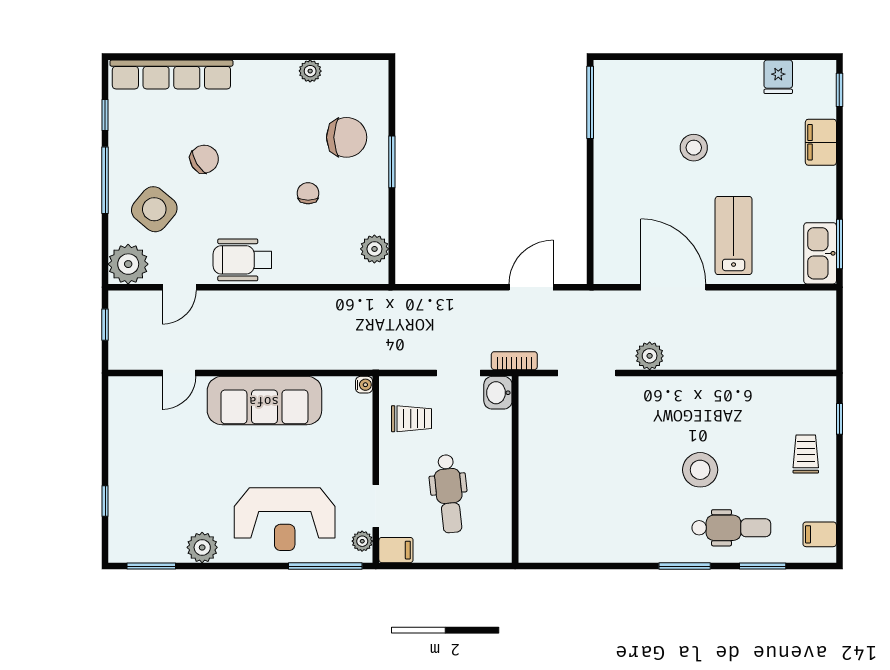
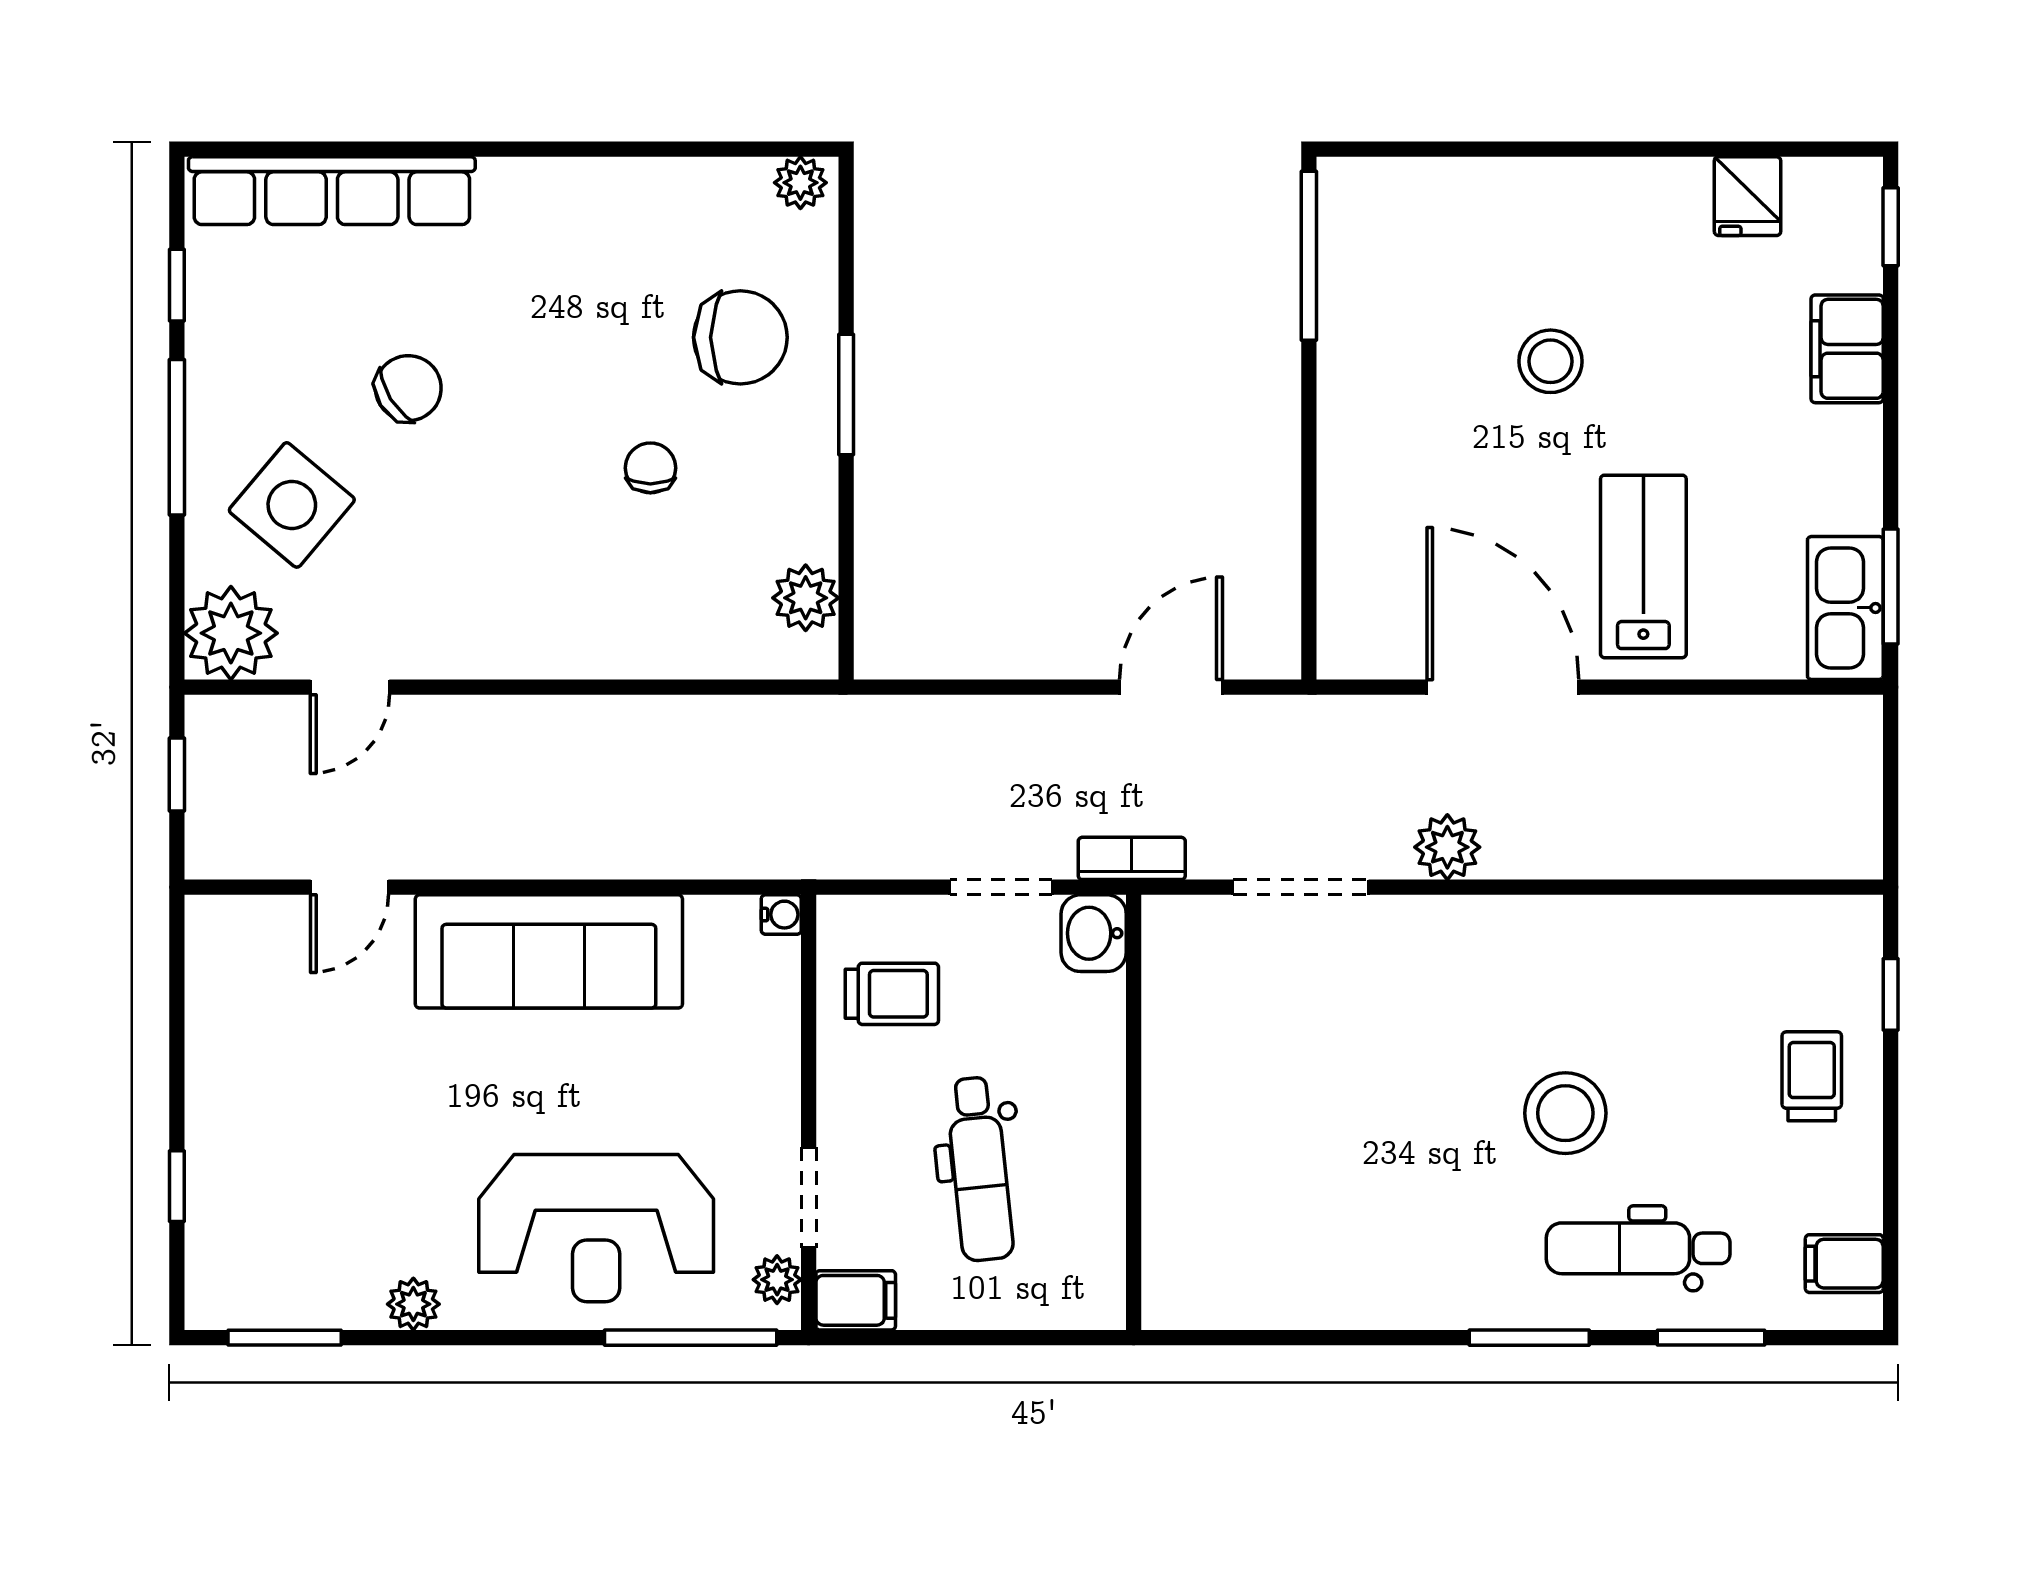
plant: (310, 71) -> (800, 183), moved
wheelchair: (242, 260) -> (498, 623), removed
dental chair: (731, 528) -> (1638, 1248), turned 180
plant: (202, 547) -> (413, 1304), width x0.73, depth x0.73

